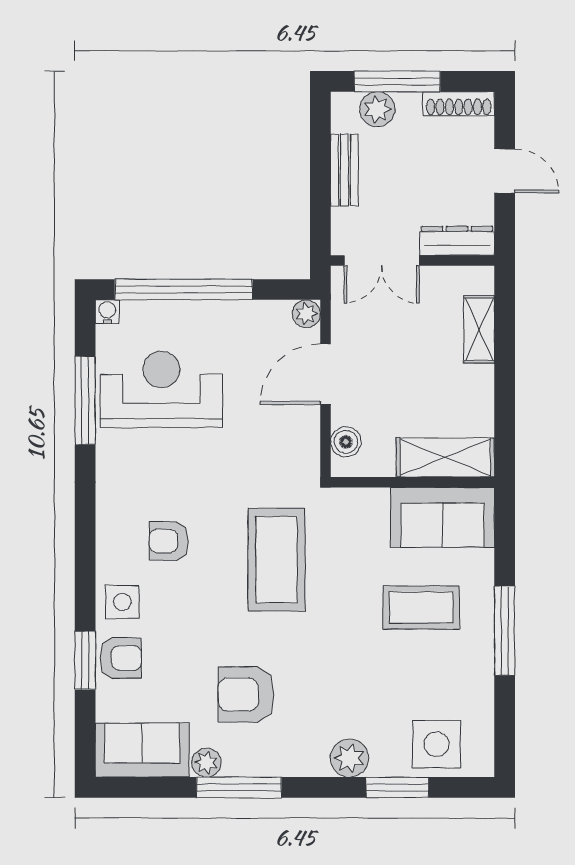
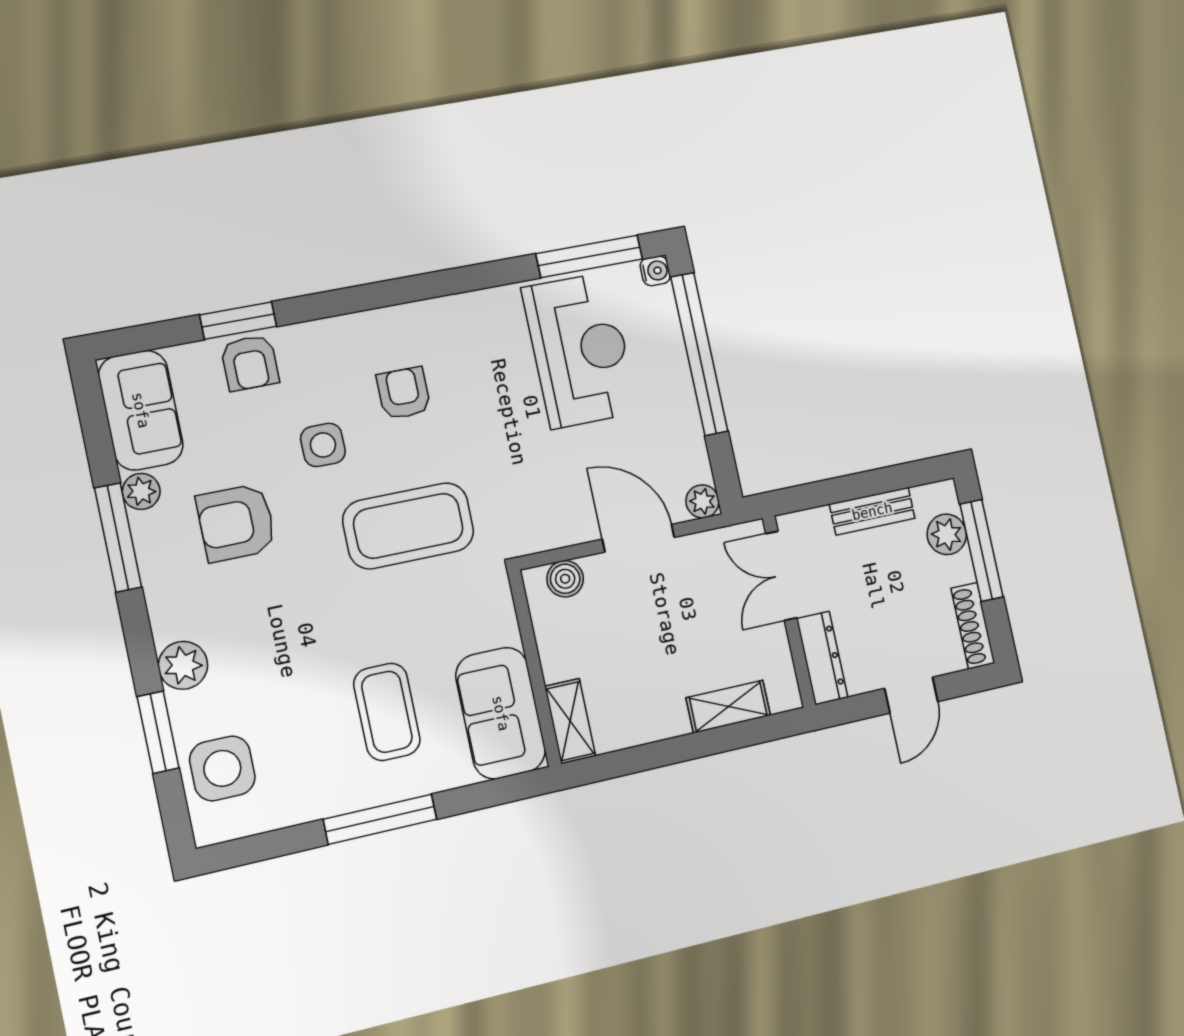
window: (85, 401) -> (589, 256), moved
shelving: (445, 457) -> (570, 721), width x0.67, depth x0.75
side table: (122, 602) -> (323, 445), moved
armchair: (246, 695) -> (236, 523), turned -90

